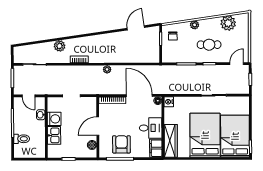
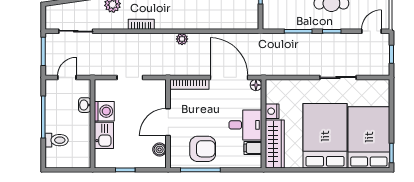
door: (28, 96) -> (67, 77), swing flipped
nightstand: (169, 102) -> (272, 111), moved
armchair: (121, 144) -> (203, 149), turned 90
filing cabinet: (156, 148) -> (253, 148), width x0.50

